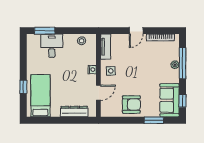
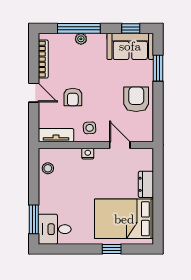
desk: (52, 46) -> (55, 229), moved
armchair: (133, 59) -> (73, 97), added
bed: (40, 96) -> (124, 219), width x1.50
dresser: (74, 112) -> (146, 184), width x0.70

